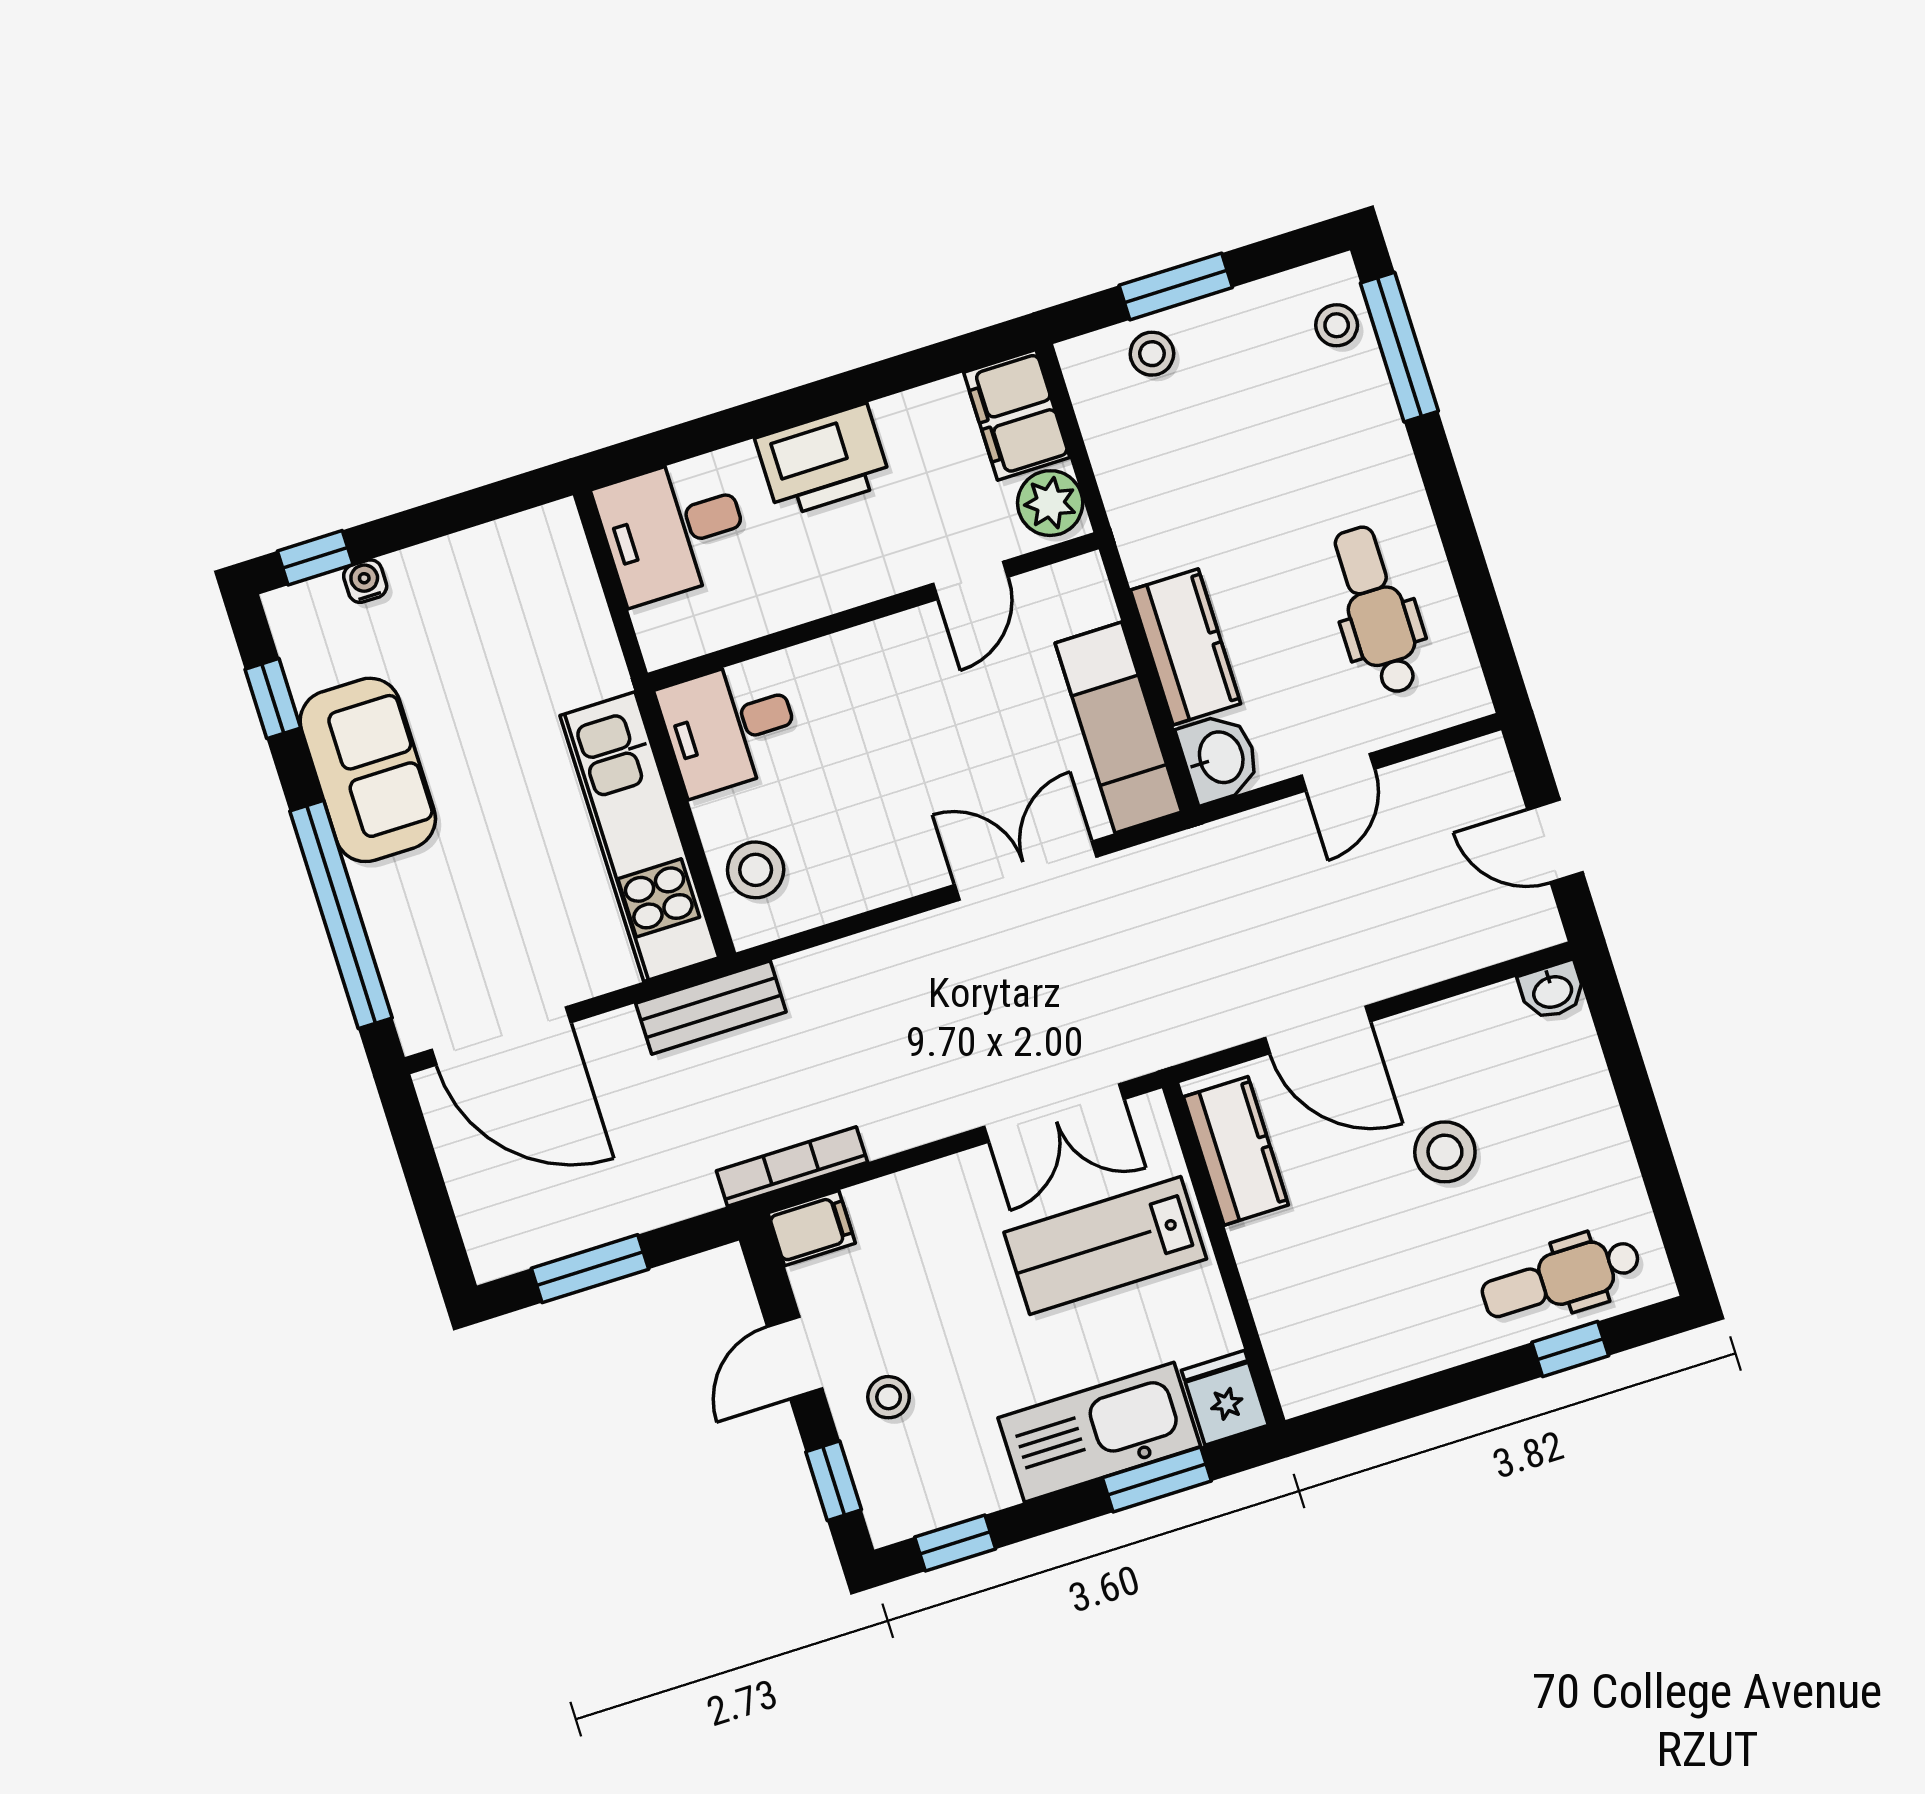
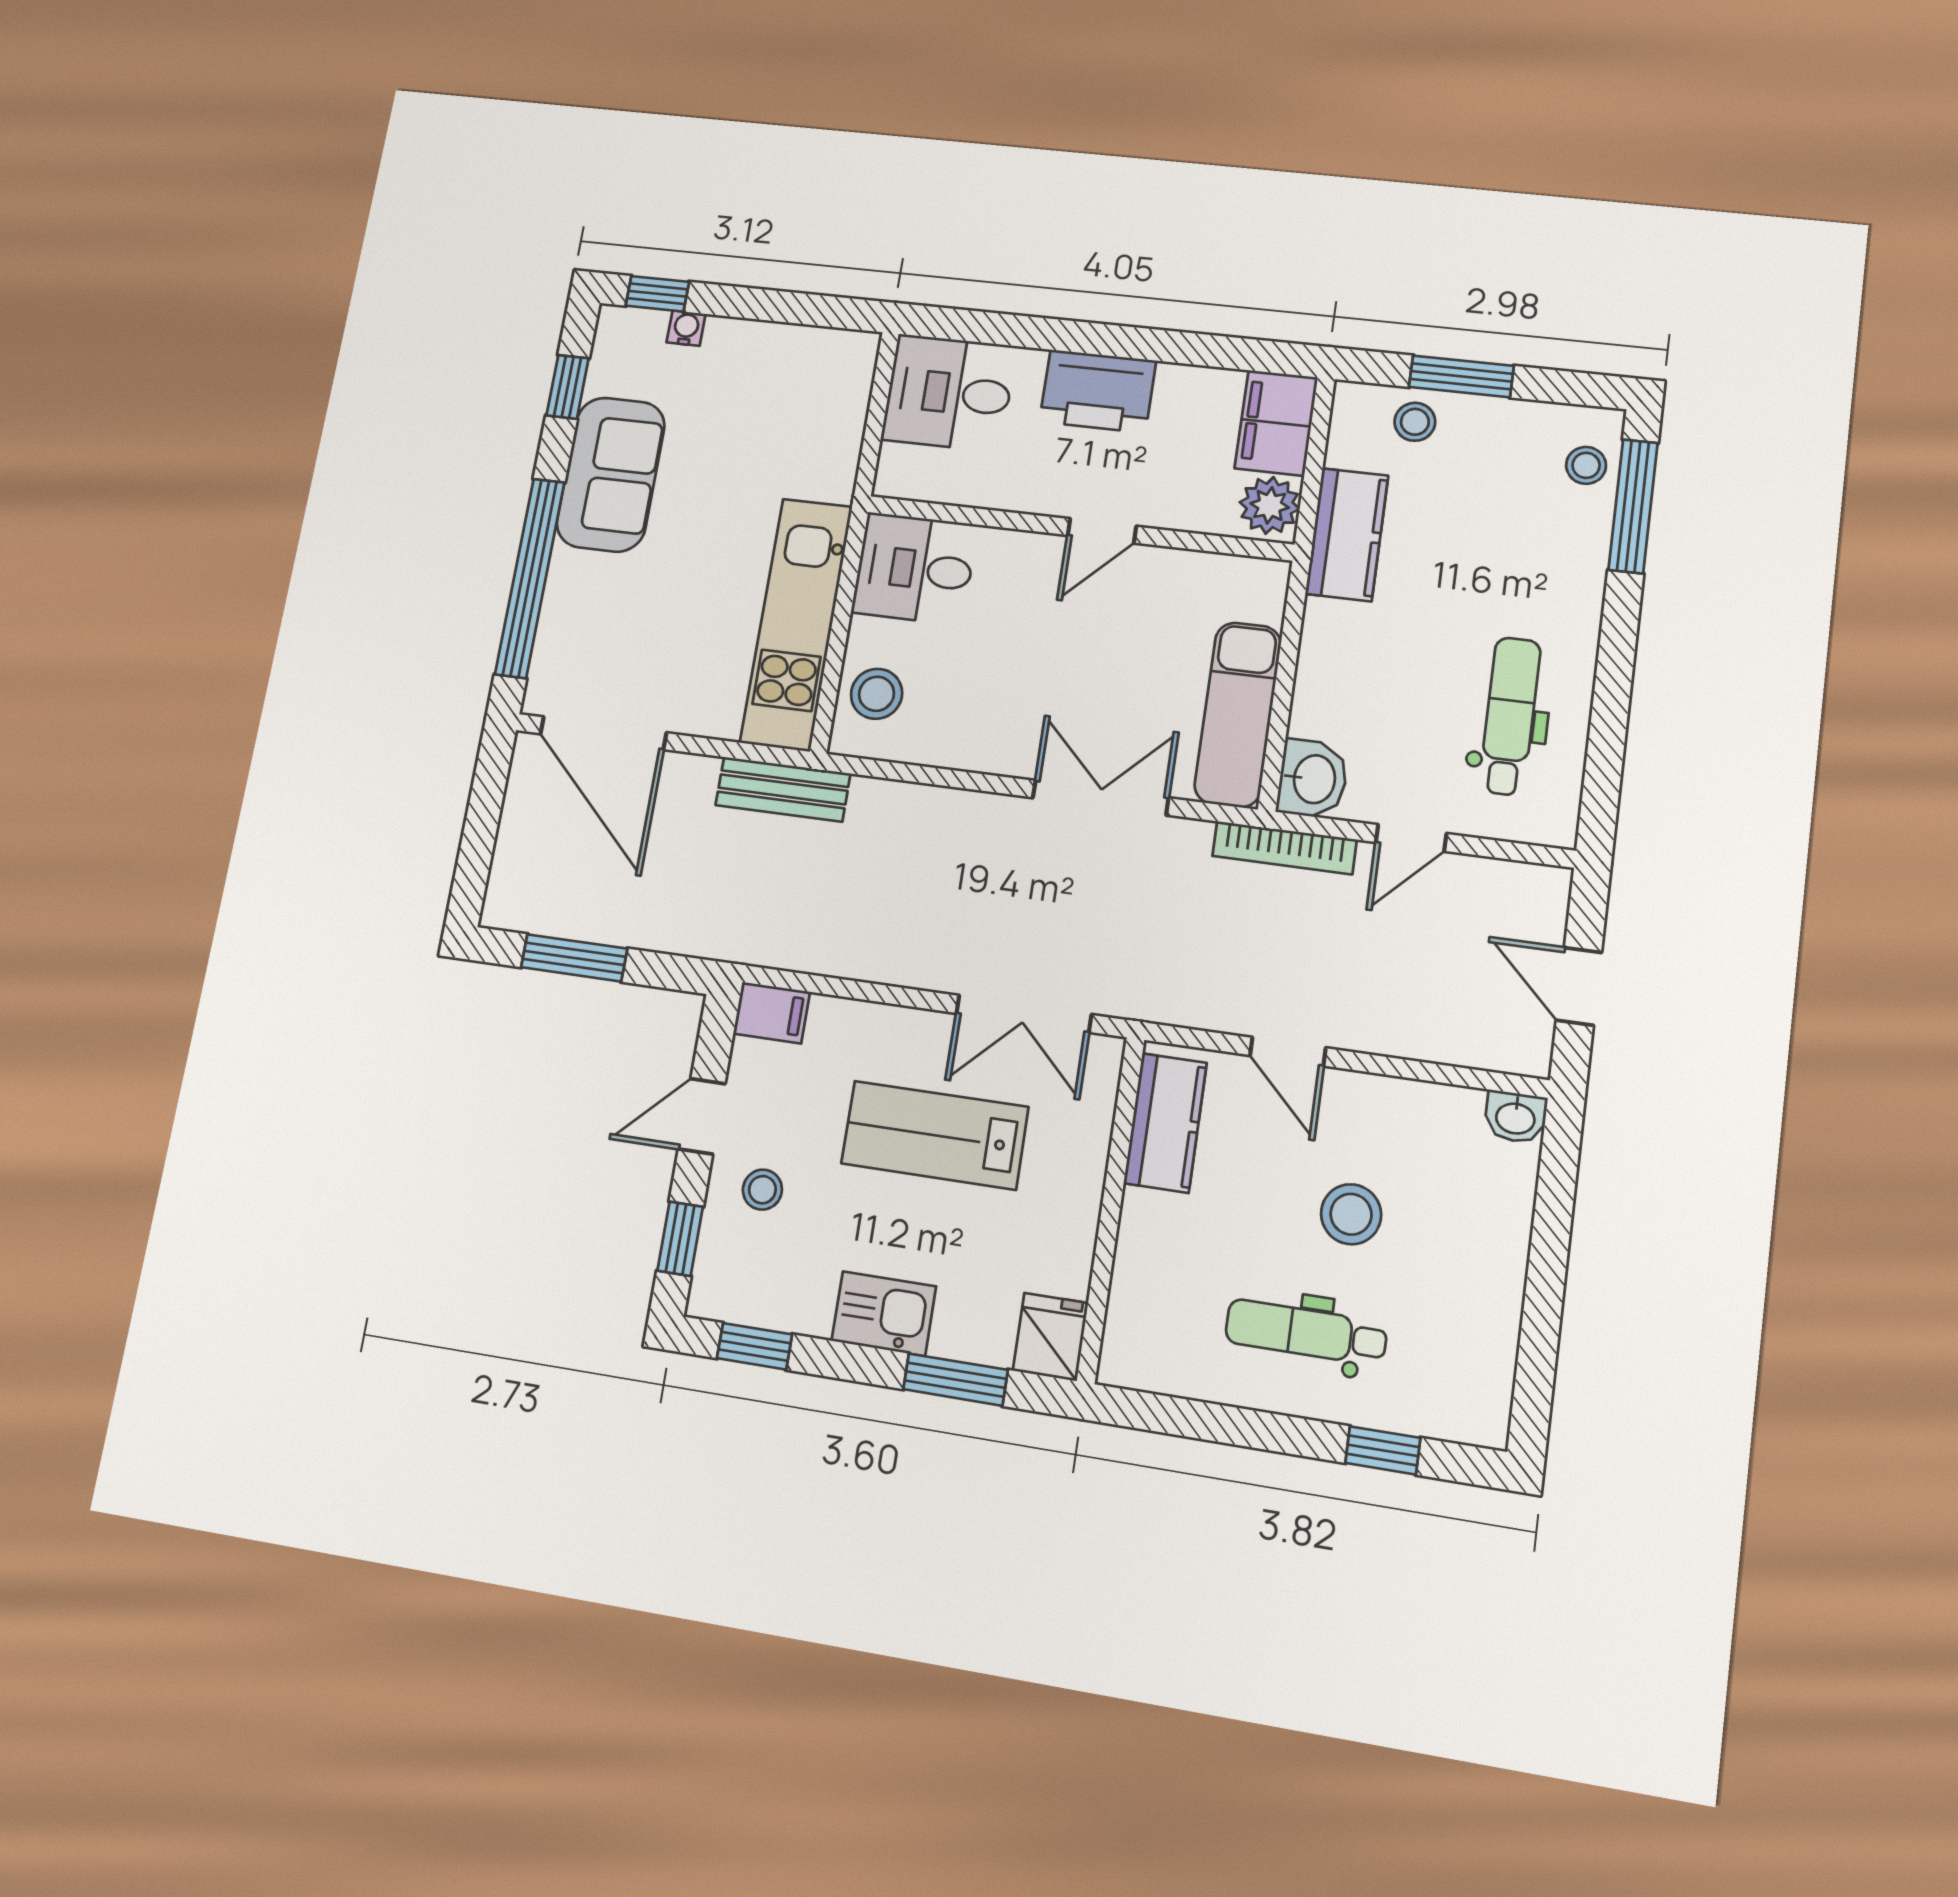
door: (970, 580) -> (1102, 531), moved
kitchen counter: (1186, 647) -> (1347, 535), moved
door: (1318, 1030) -> (1288, 1052), width x0.73
bookcase: (792, 1167) -> (1284, 848), moved, turned 180
lab bench: (1105, 1246) -> (935, 1135), moved
dental chair: (1561, 1278) -> (1306, 1332), moved
kitchen sink: (1099, 1432) -> (884, 1314), width x0.53, depth x0.81

